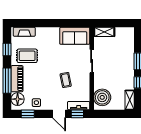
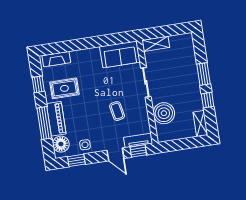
boiler: (102, 97) -> (164, 113), moved

